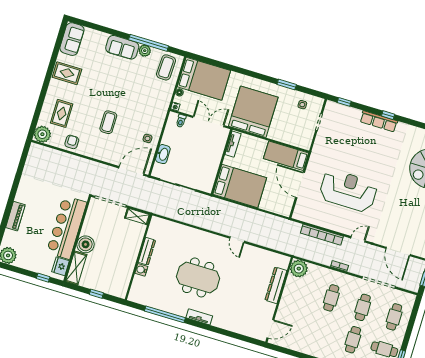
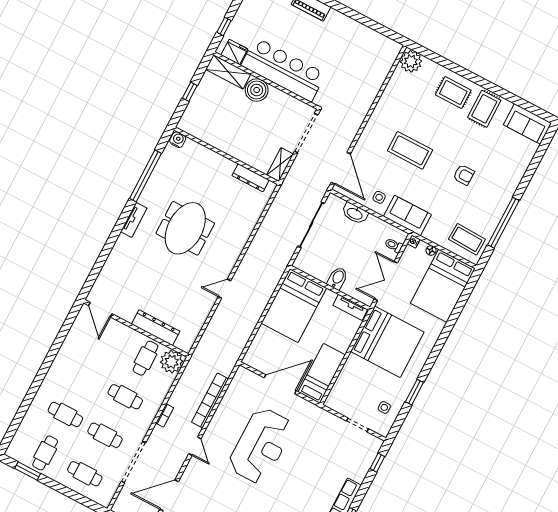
sofa: (122, 47) -> (407, 216), moved, turned 90
plant: (145, 51) -> (494, 216), removed
rug: (62, 113) -> (453, 93), moved
double door: (208, 121) -> (386, 281), swing flipped
coffee table: (108, 122) -> (410, 150), width x1.36, depth x1.32
armchair: (72, 142) -> (464, 175), moved
bidet: (213, 158) -> (337, 278), added
dresser: (147, 251) -> (251, 178), moved
water cooler: (141, 270) -> (178, 140), moved
cafe table: (300, 288) -> (145, 358), added

